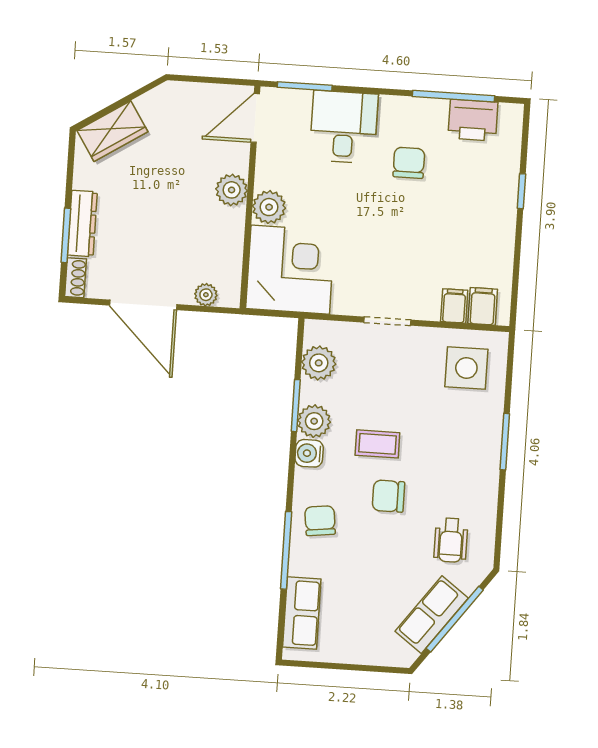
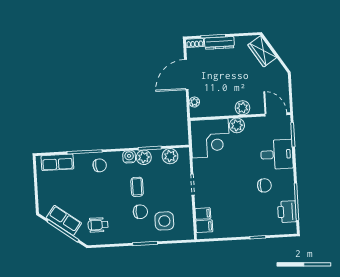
side table: (466, 368) -> (164, 221), moved
chair: (388, 496) -> (140, 212), moved, turned 90

